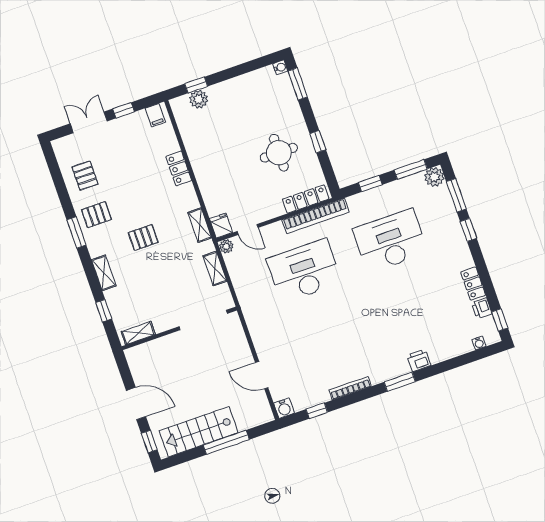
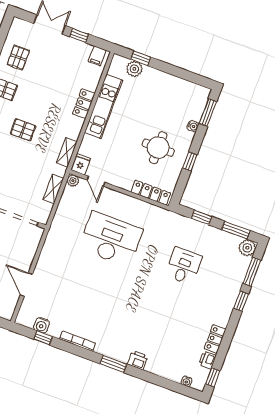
water cooler: (280, 67) -> (193, 126), moved
kitchen unit: (199, 156) -> (104, 106), added
bookcase: (316, 216) -> (148, 209), removed
desk: (390, 241) -> (184, 266), width x0.53, depth x0.77
water cooler: (284, 408) -> (42, 325), moved

